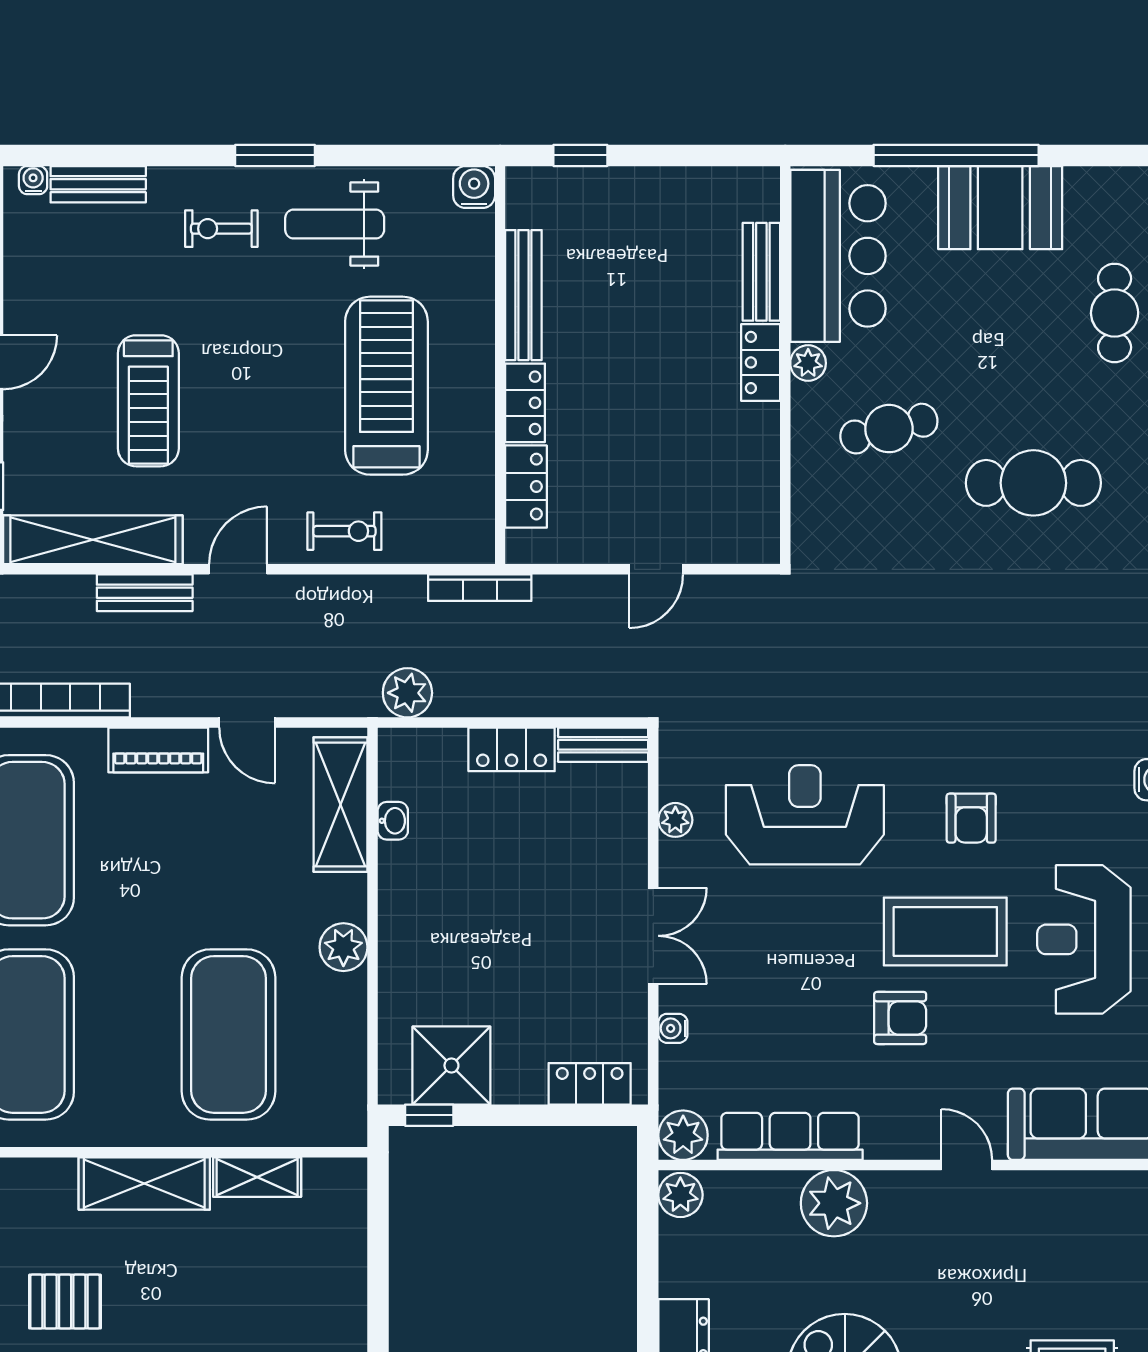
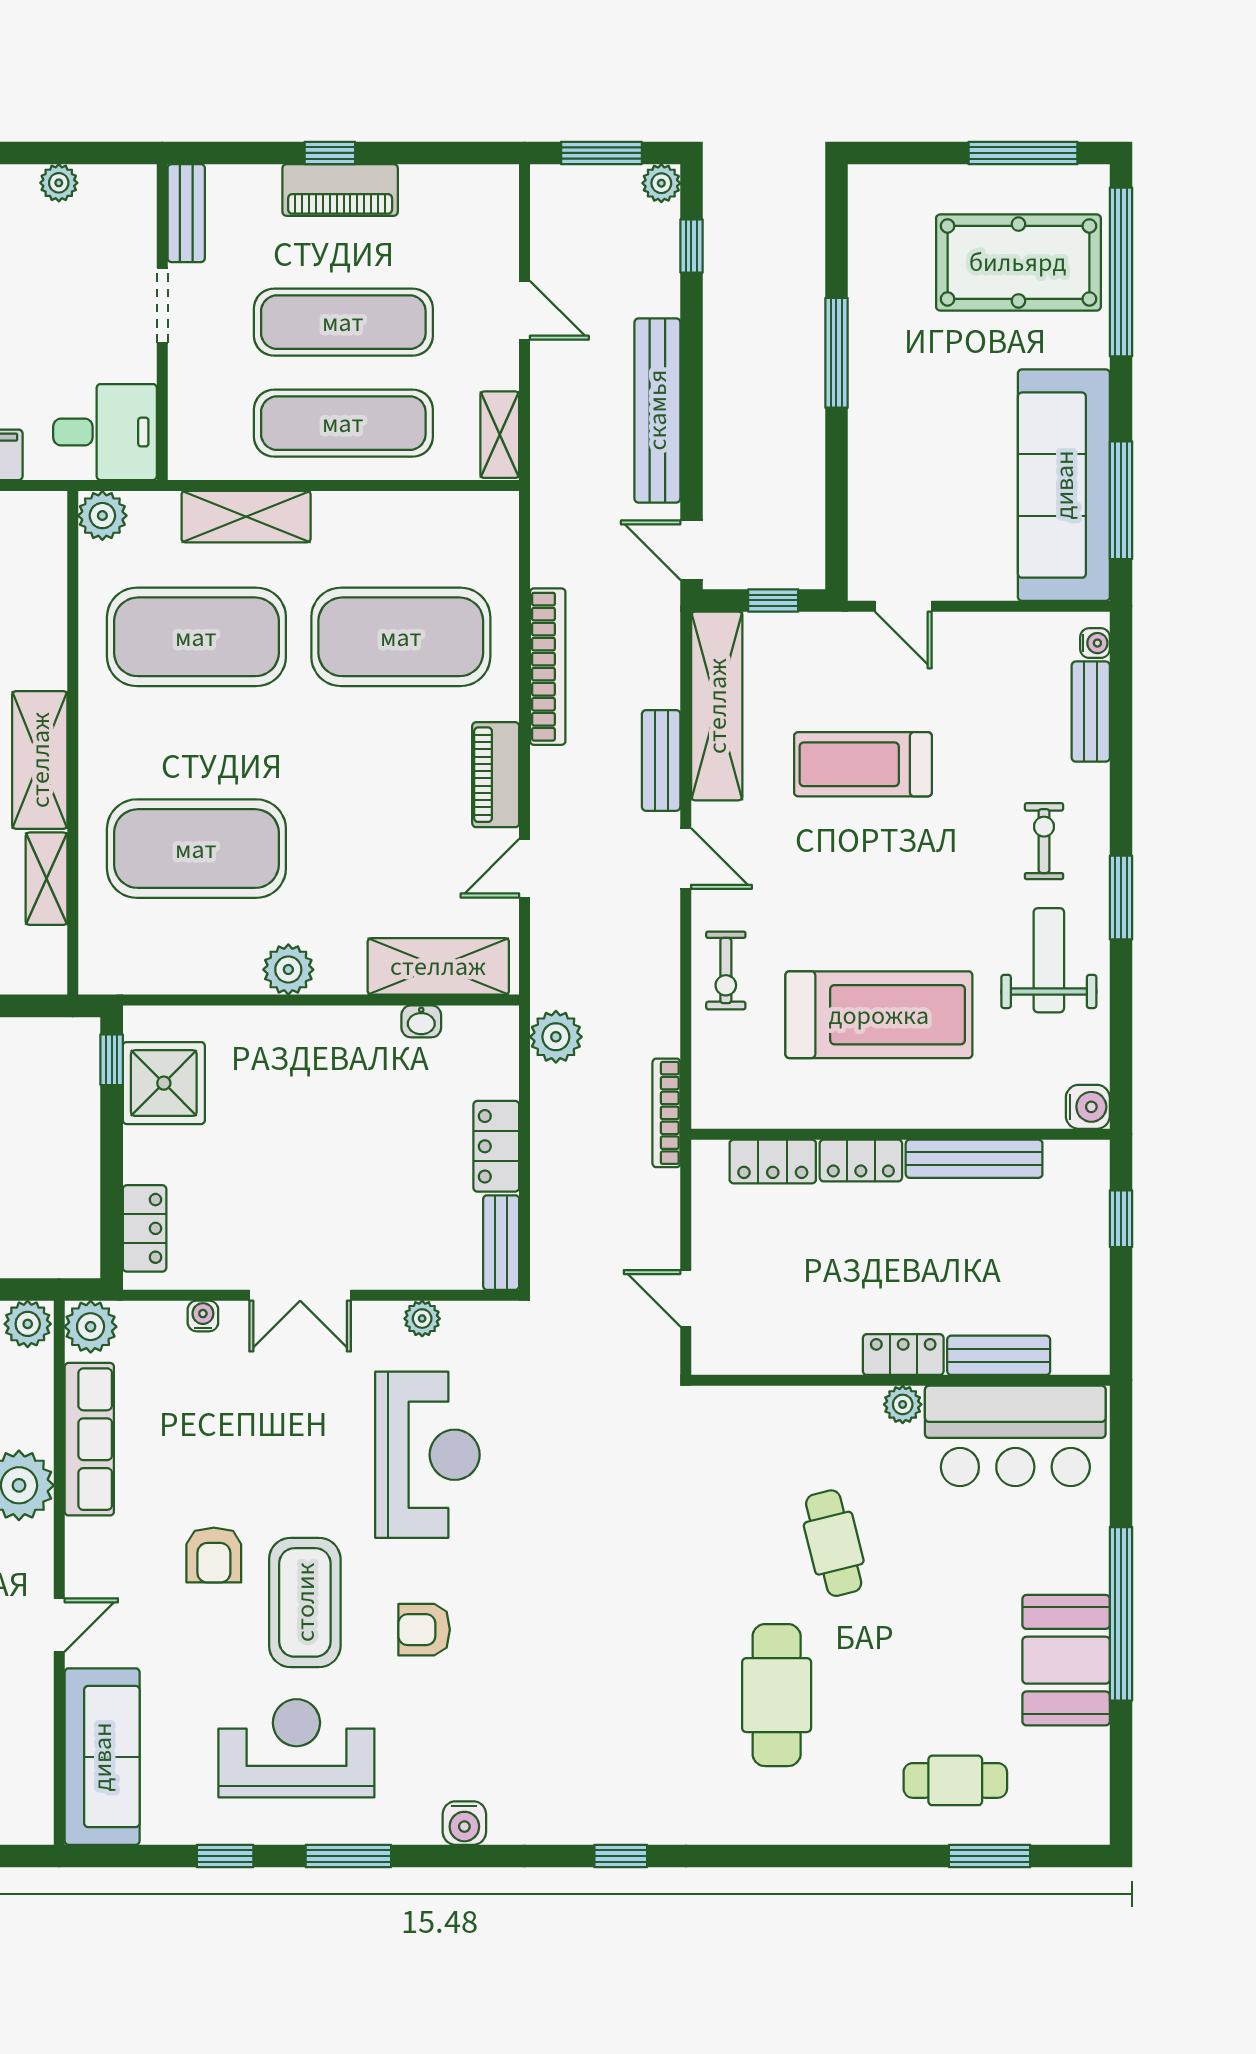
bar counter: (838, 256) -> (1015, 1436), moved
bench: (761, 272) -> (999, 1355), moved
locker: (761, 362) -> (903, 1355), moved
plant: (808, 363) -> (903, 1404), moved
wall: (785, 365) -> (900, 1380), moved

